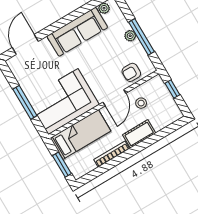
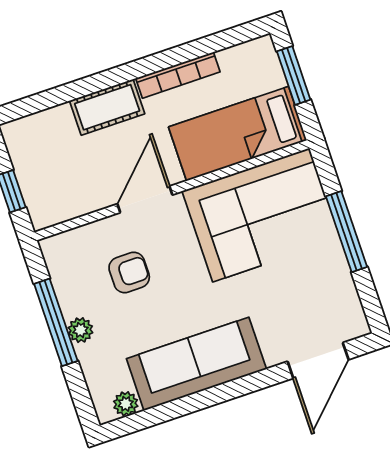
armchair: (131, 72) -> (129, 273), moved
stool: (141, 103) -> (88, 175), removed

